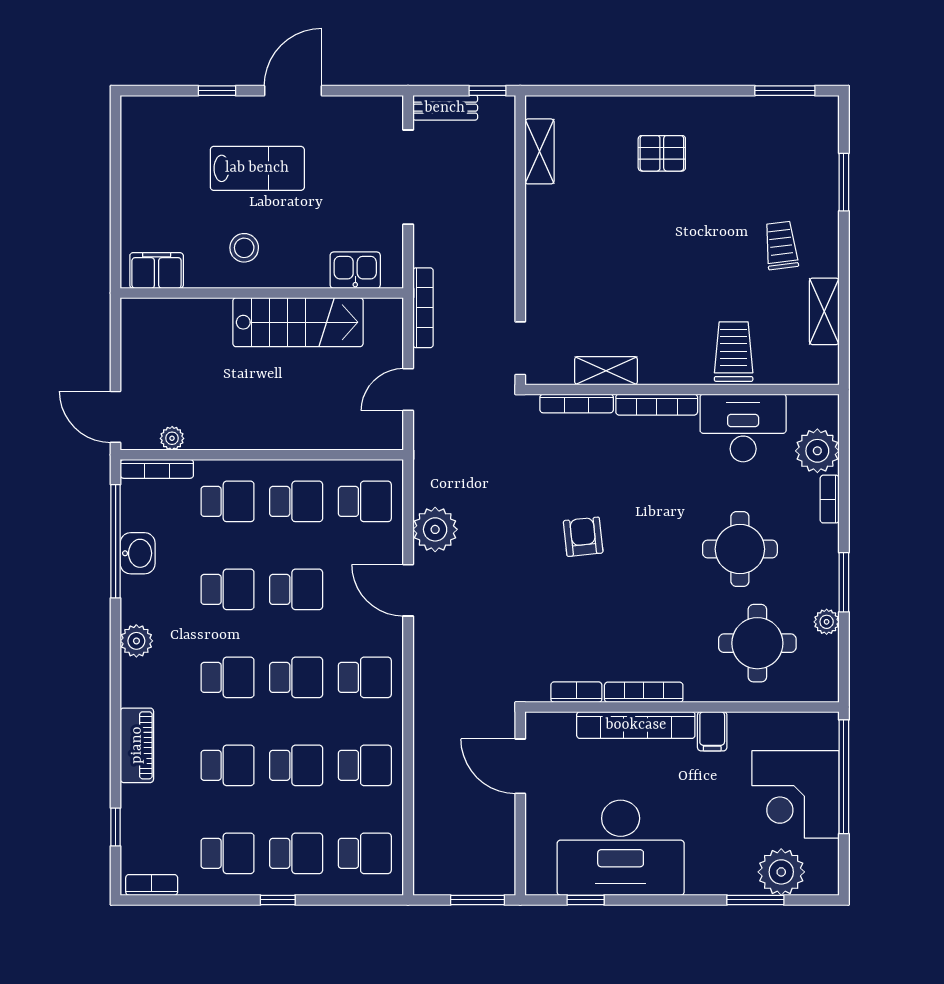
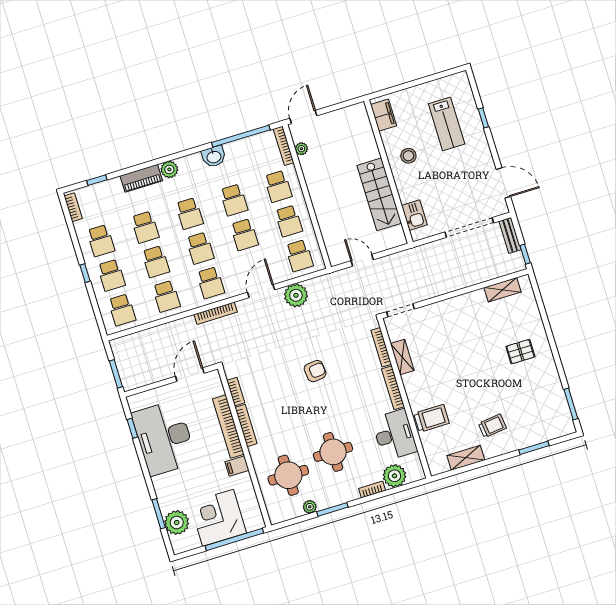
door: (293, 91) -> (503, 183), moved
pallet: (662, 153) -> (520, 352), turned 90
lab bench: (257, 168) -> (447, 124), moved
bookcase: (423, 308) -> (216, 313), moved
washbasin: (138, 553) -> (214, 157), moved
plant: (136, 641) -> (169, 169), moved

